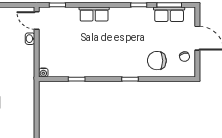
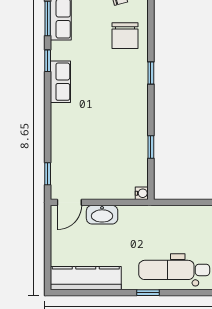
row of seats: (94, 14) -> (60, 82), moved
washbasin: (30, 39) -> (102, 215), width x1.91, depth x1.45

